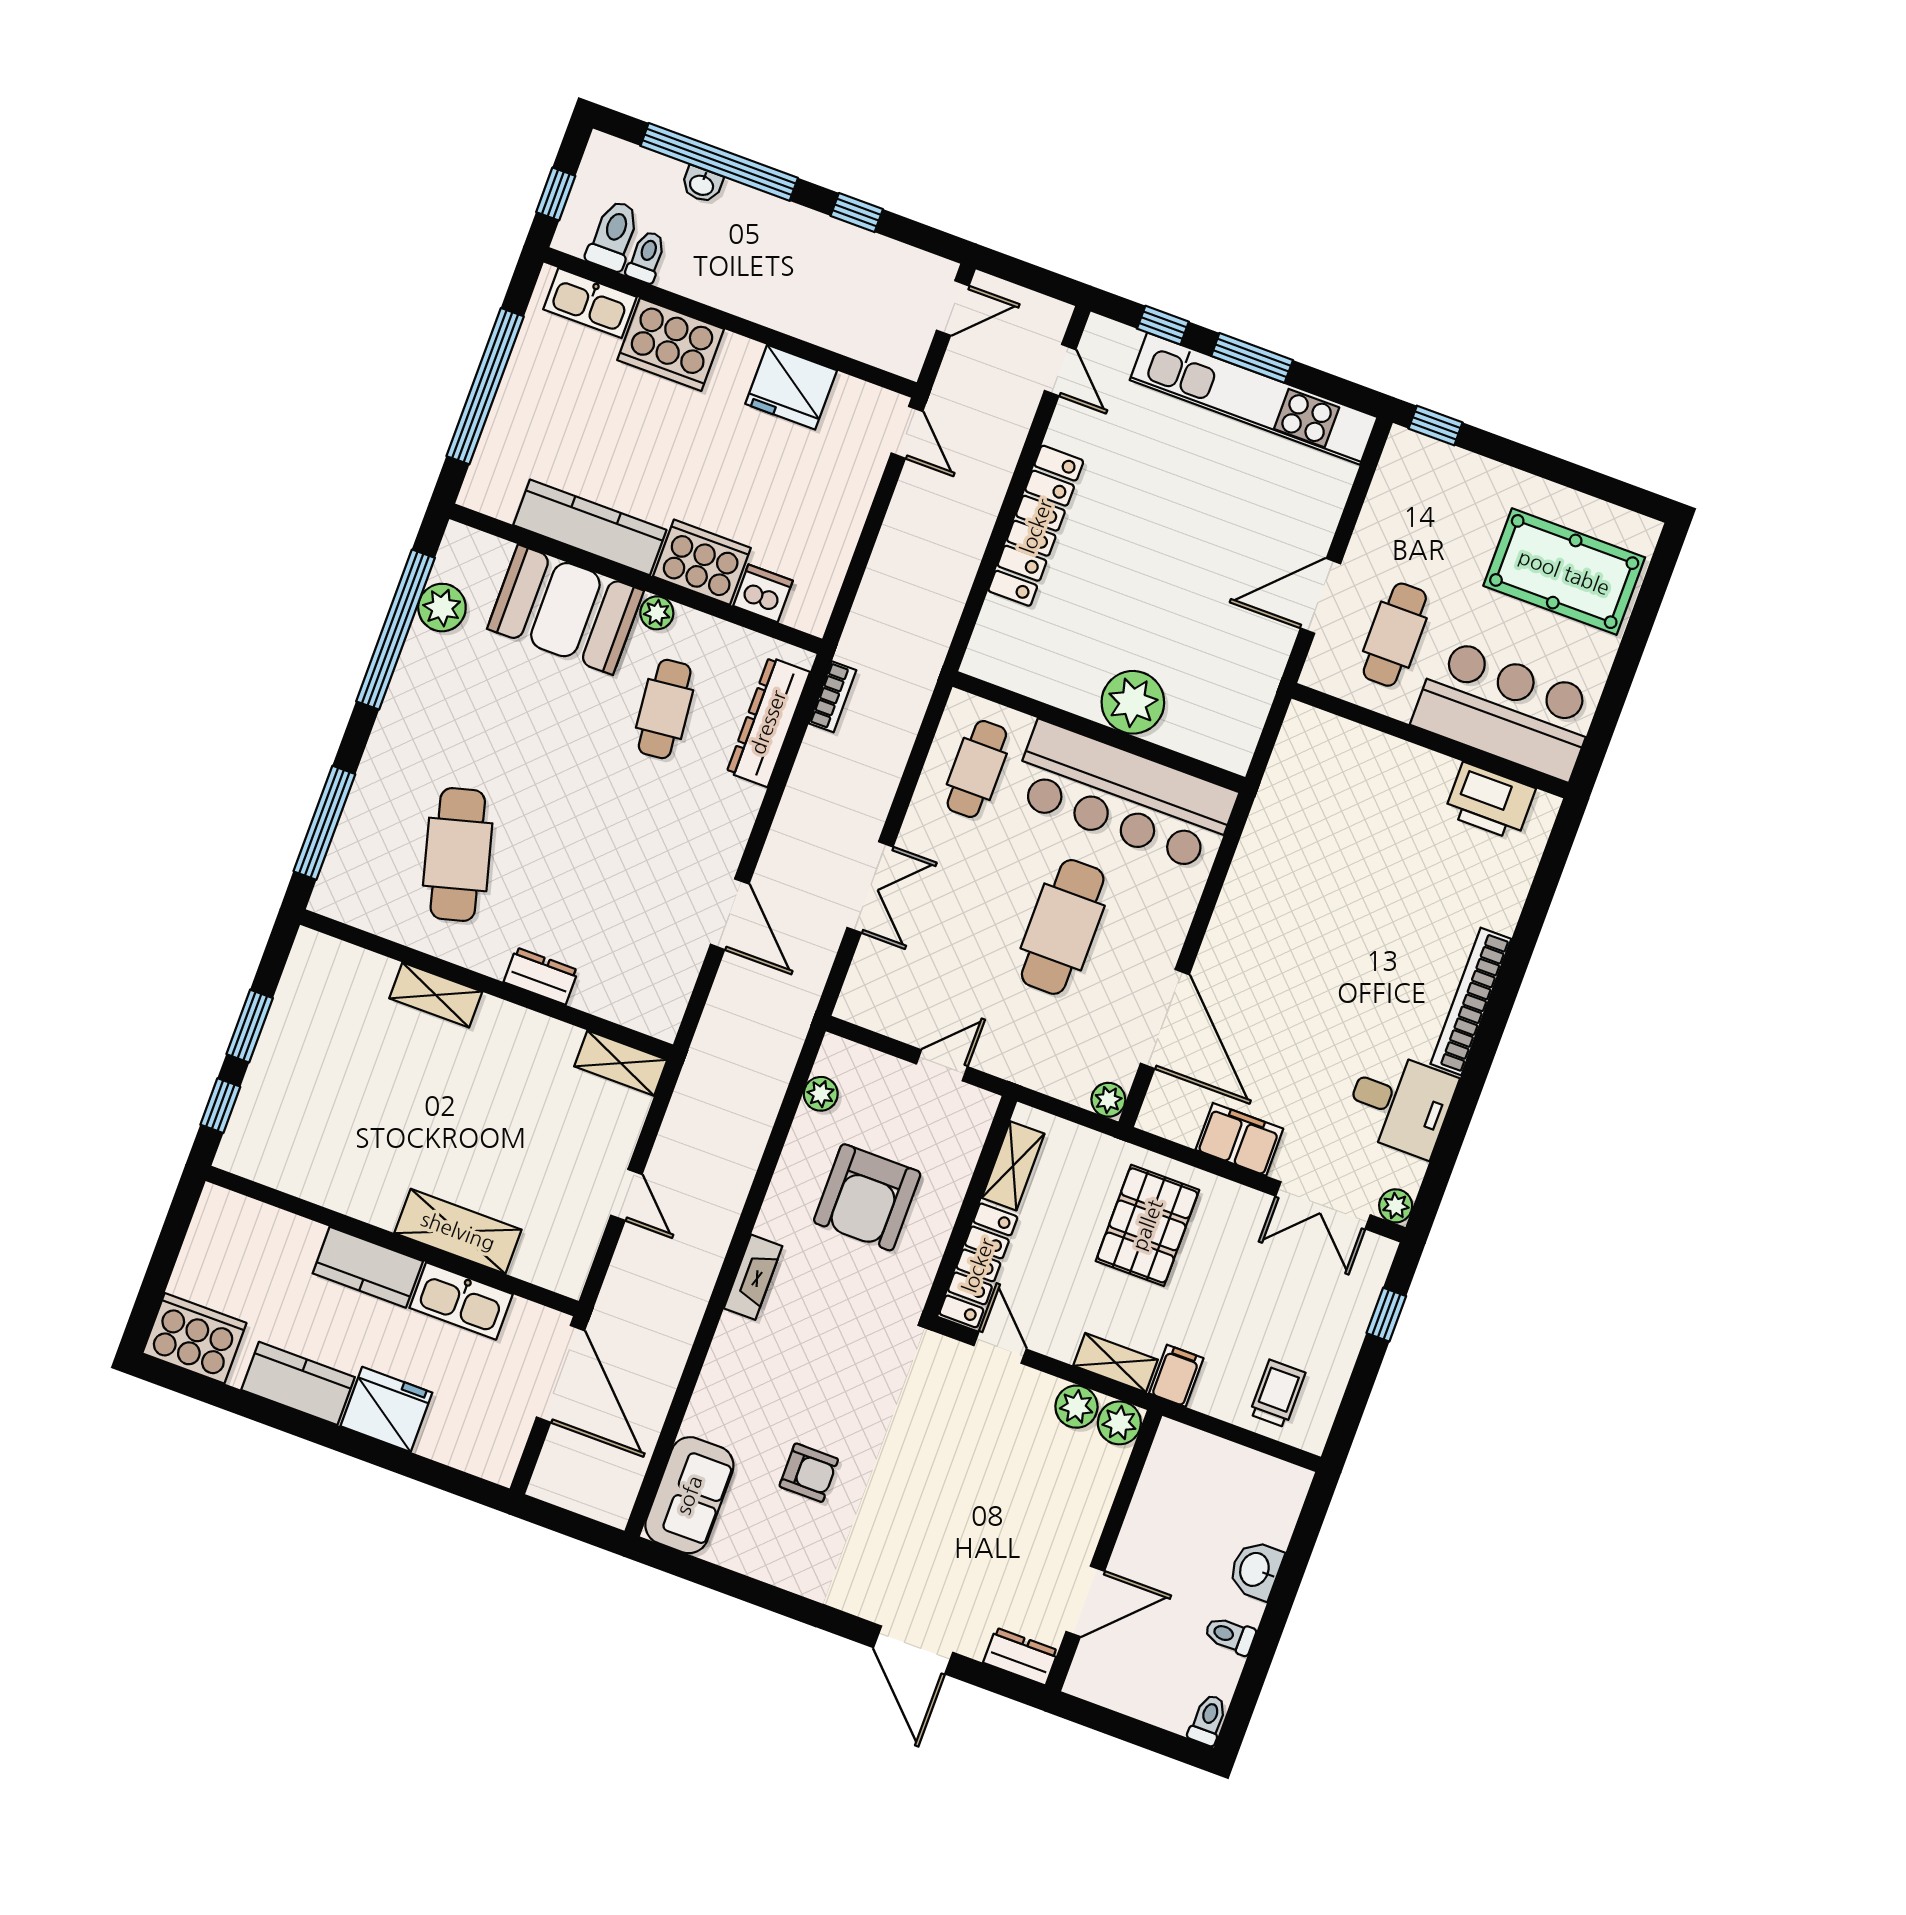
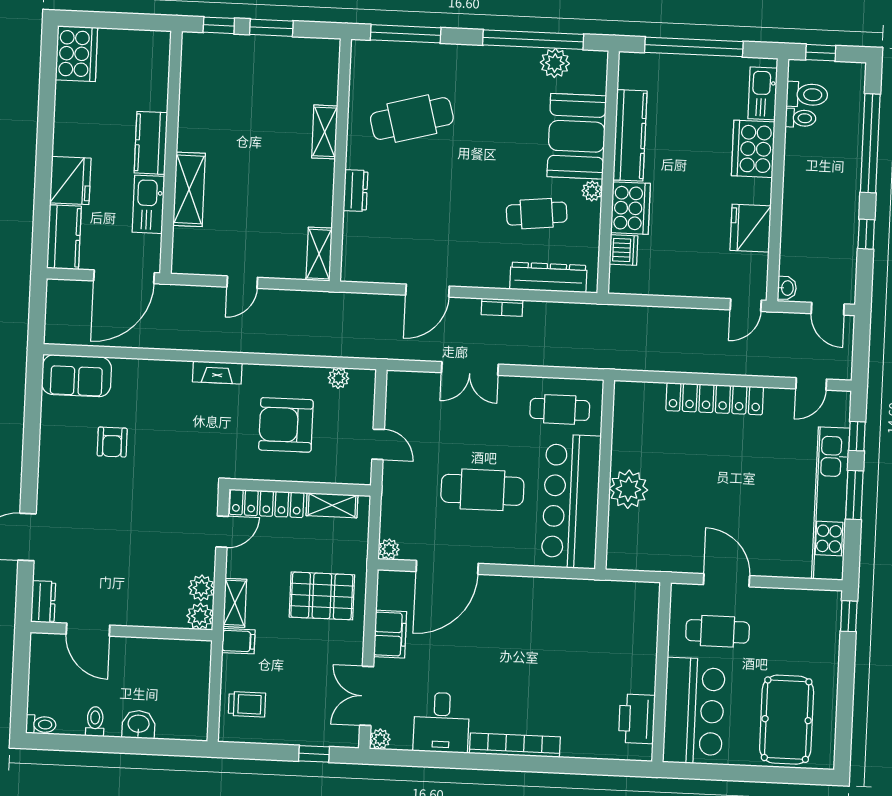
washbasin: (702, 184) -> (787, 288), moved, turned 180
bookcase: (833, 697) -> (502, 307), moved
kitchen counter: (298, 1383) -> (64, 237), moved

